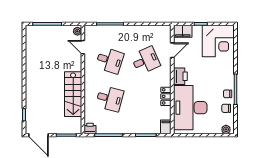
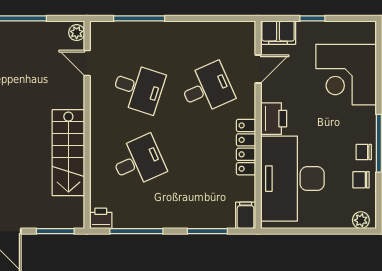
corner desk: (218, 41) -> (346, 75), moved, turned 90
locker: (166, 96) -> (246, 147), width x1.53
desk: (110, 99) -> (138, 161), turned -39

